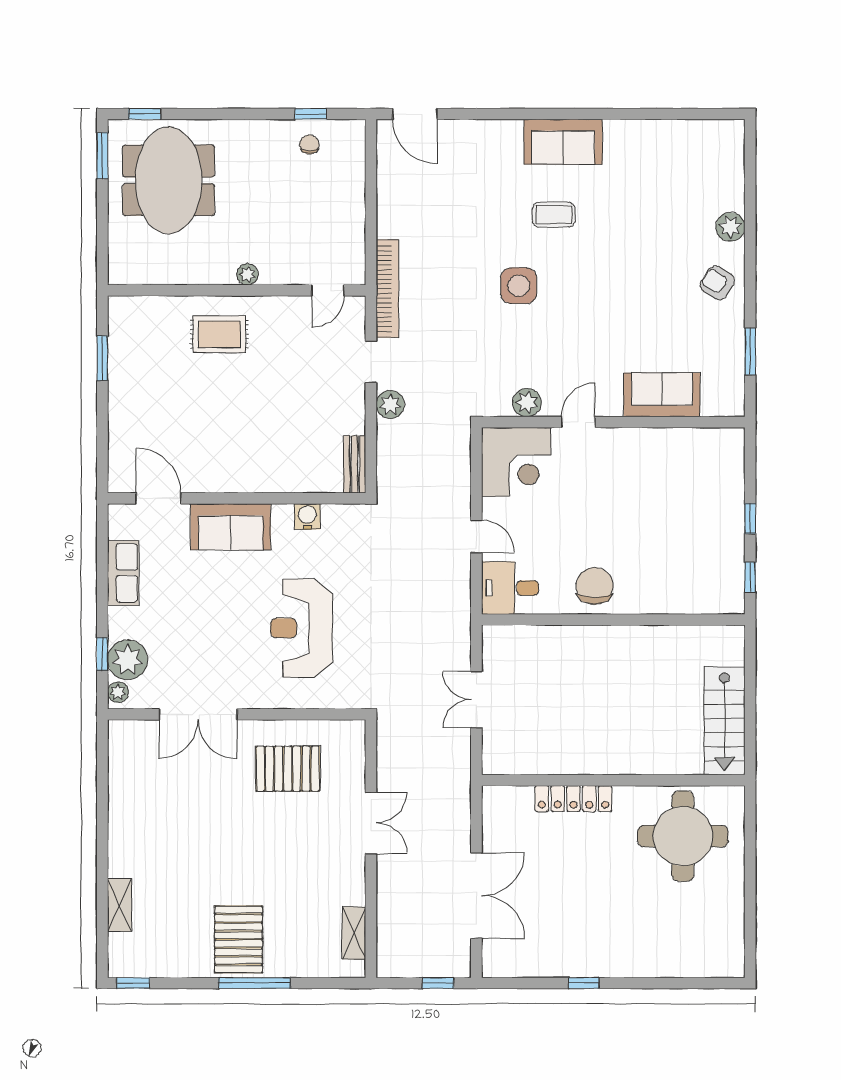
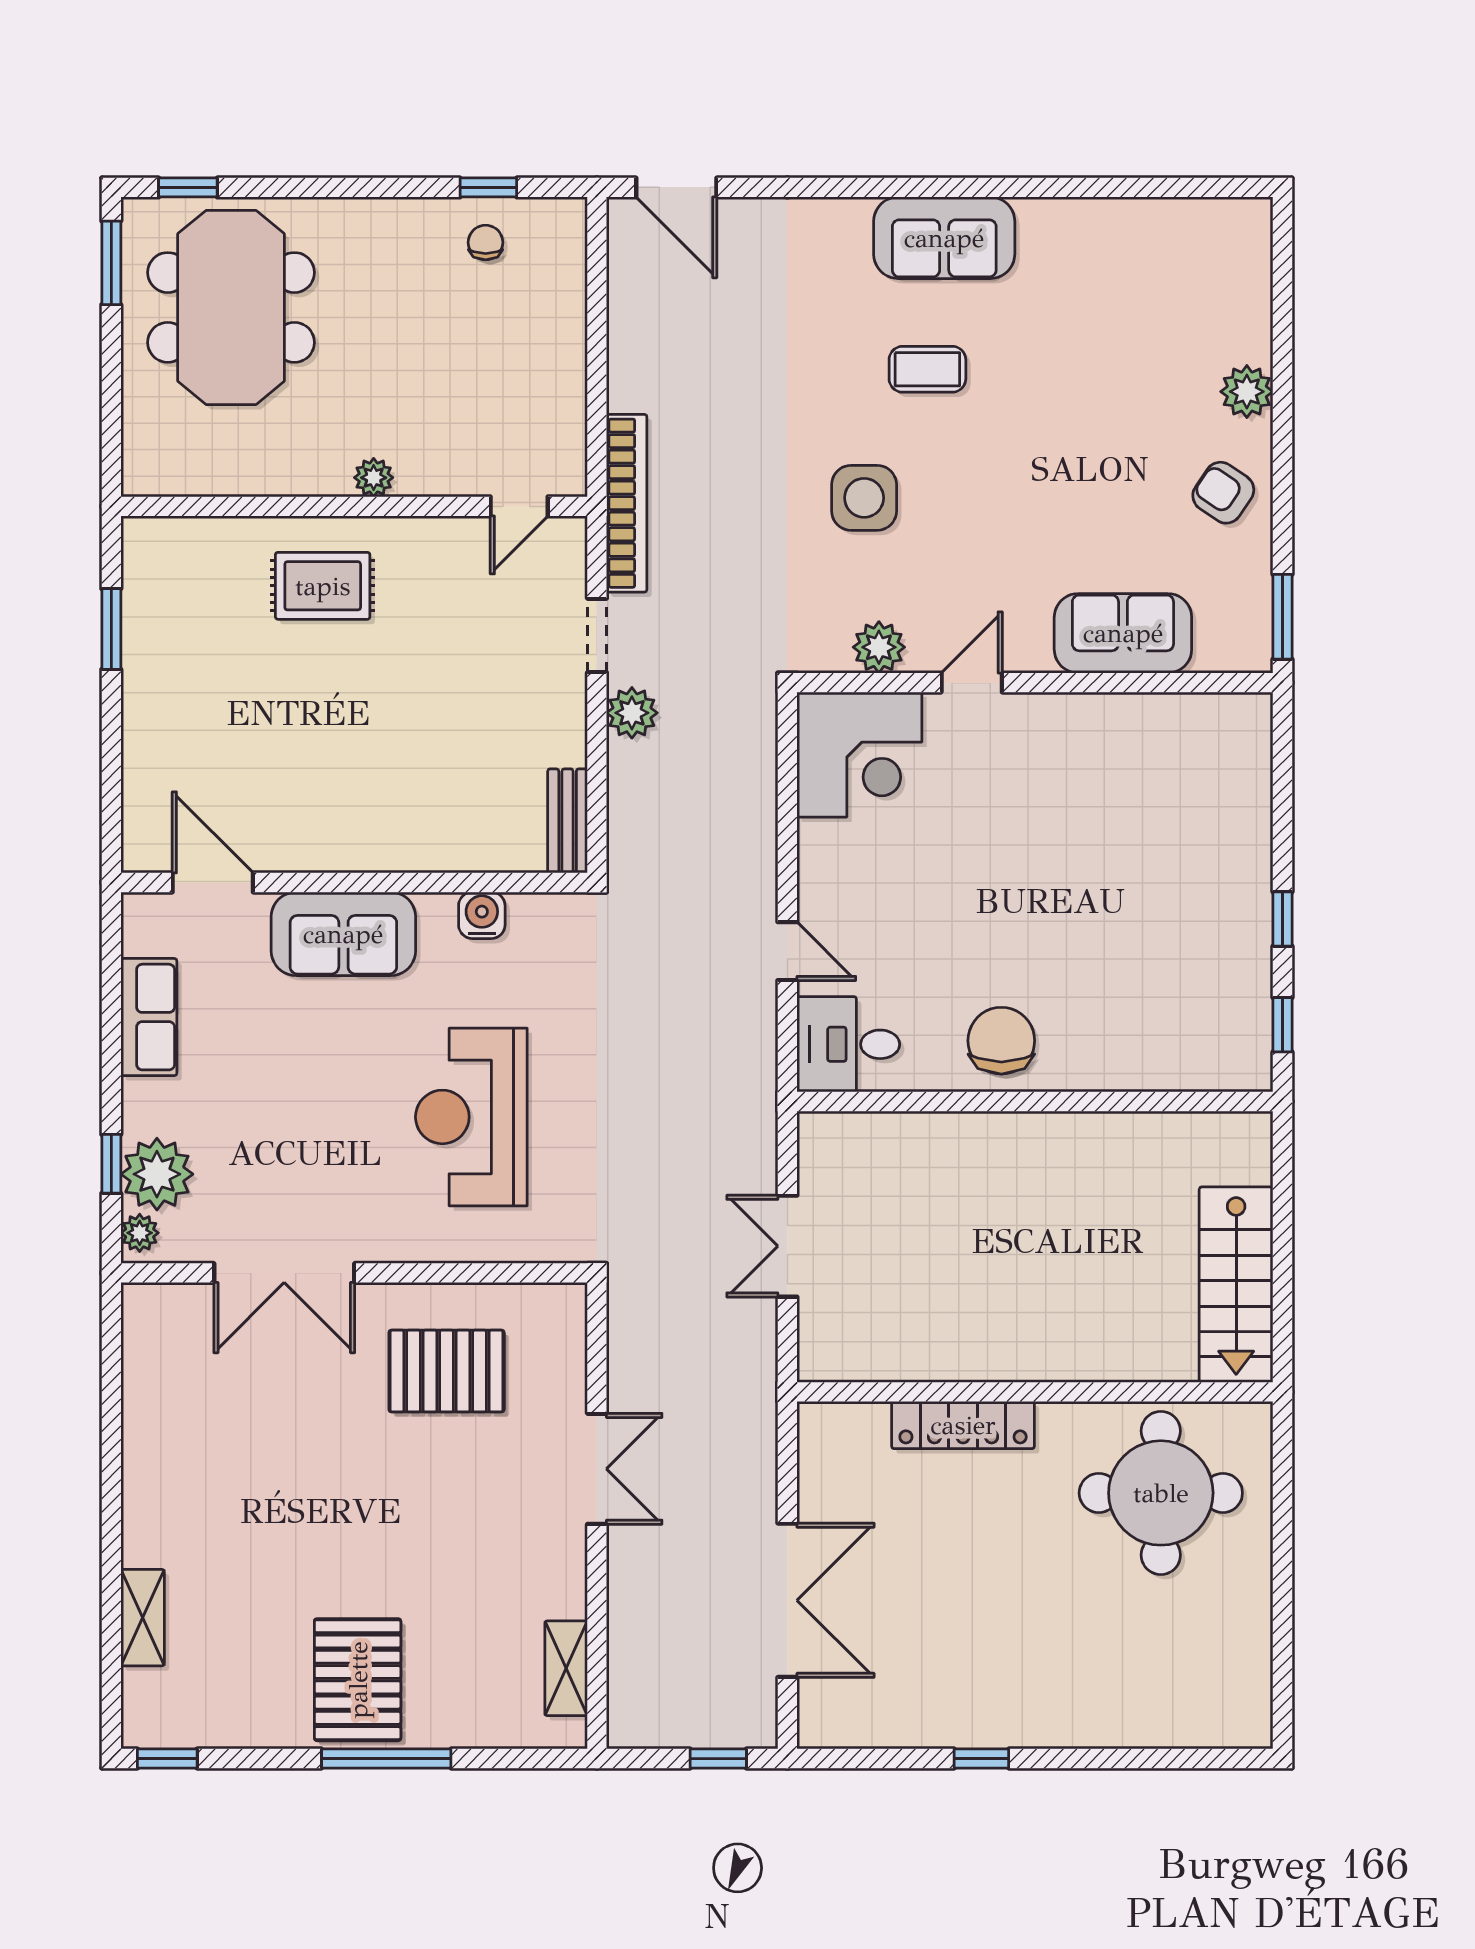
sofa: (662, 395) -> (1123, 633), moved
plant: (527, 403) -> (879, 647), moved
door: (578, 422) -> (972, 683), moved
wall: (613, 422) -> (1035, 683), moved
corner desk: (516, 462) -> (859, 755), moved

